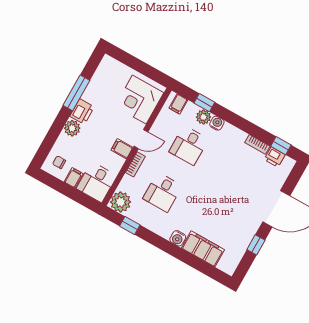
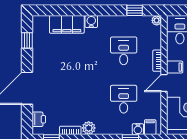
plant: (203, 117) -> (89, 128), moved
water cooler: (217, 123) -> (138, 129), moved
printer: (275, 157) -> (39, 119), moved, turned 90
plant: (121, 202) -> (157, 20), width x0.53, depth x0.53
window: (256, 245) -> (27, 40), moved

